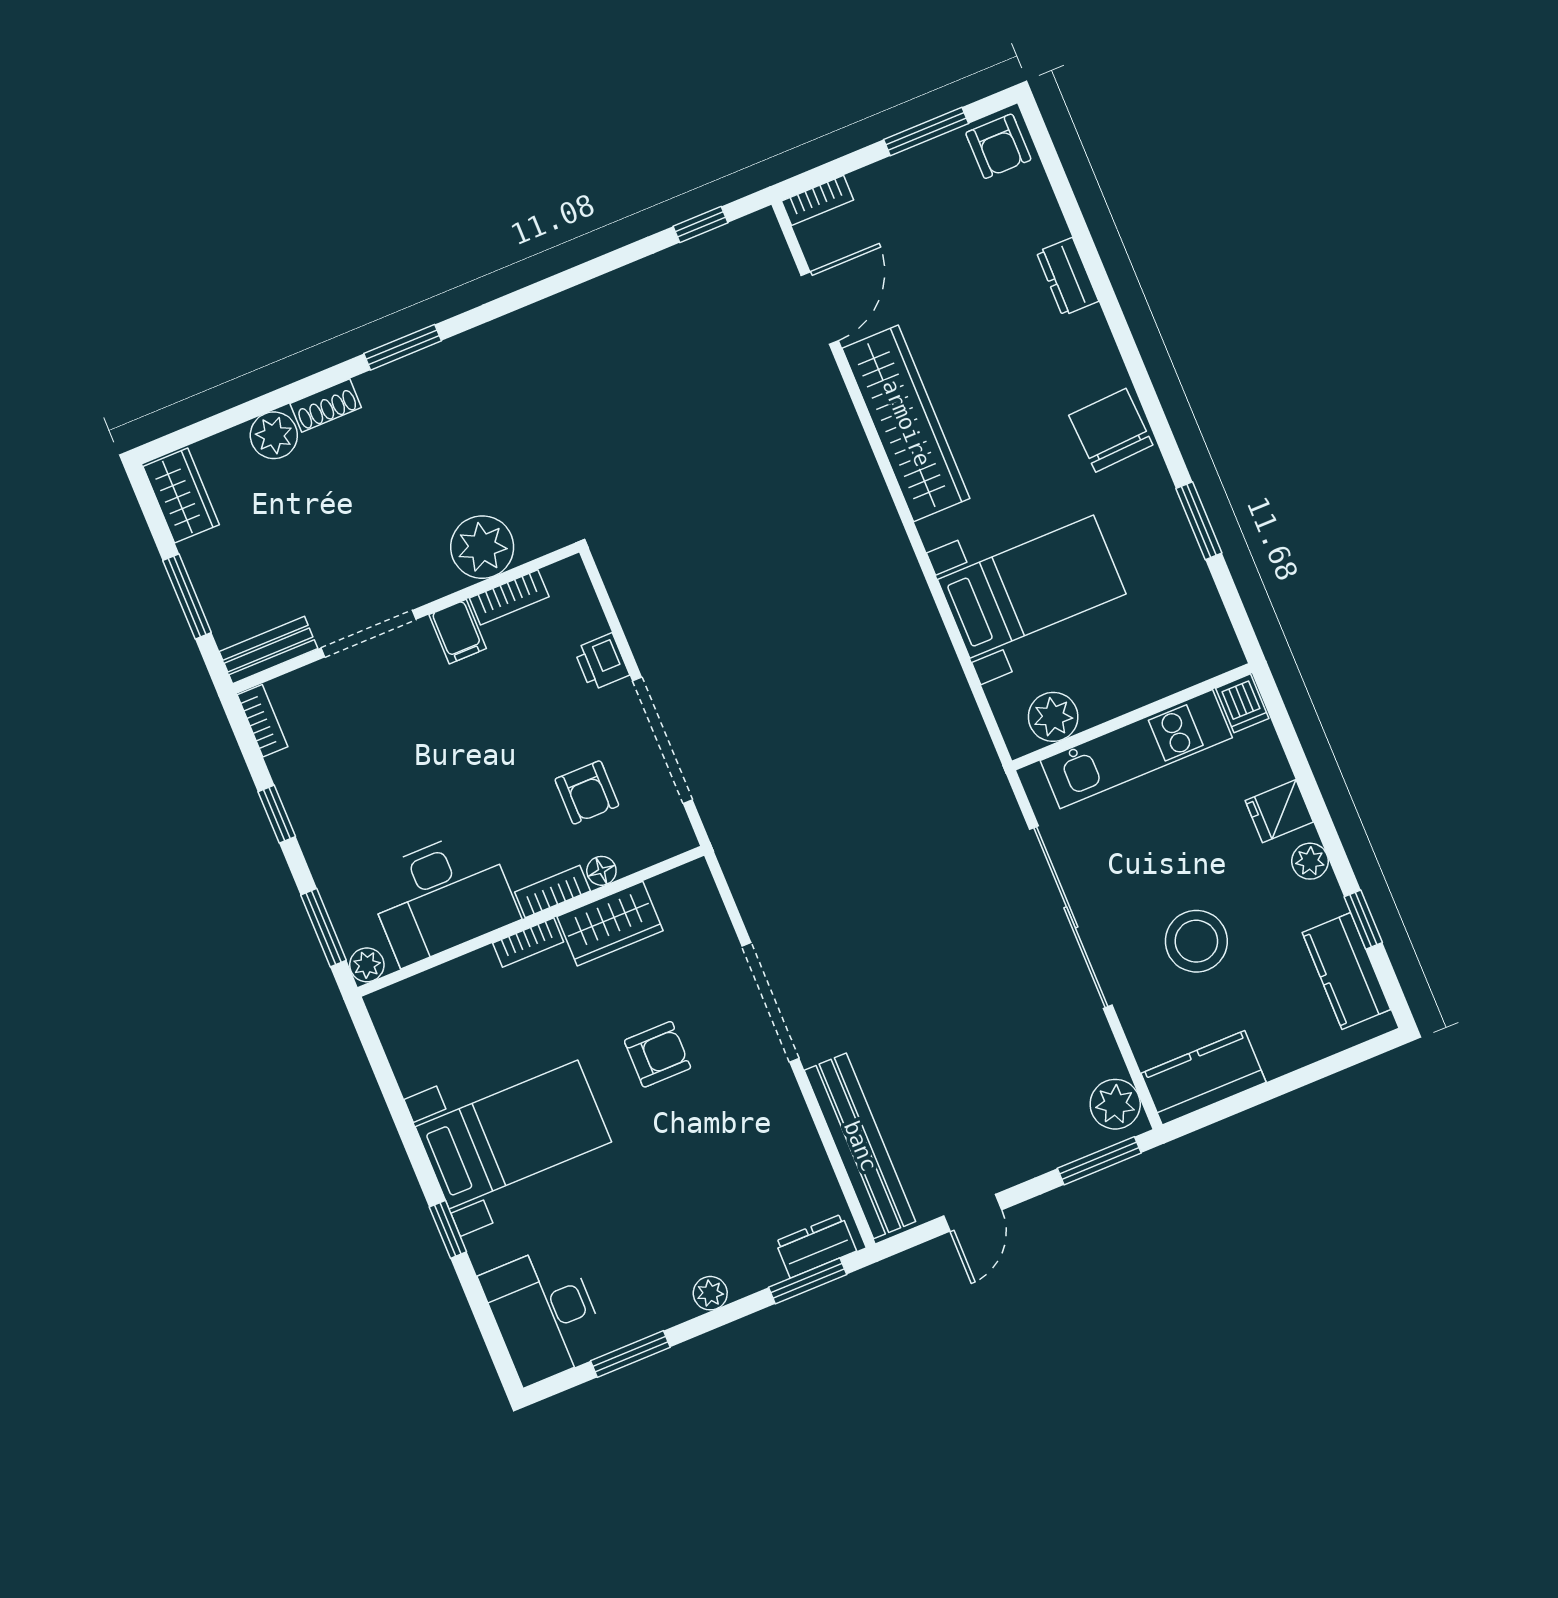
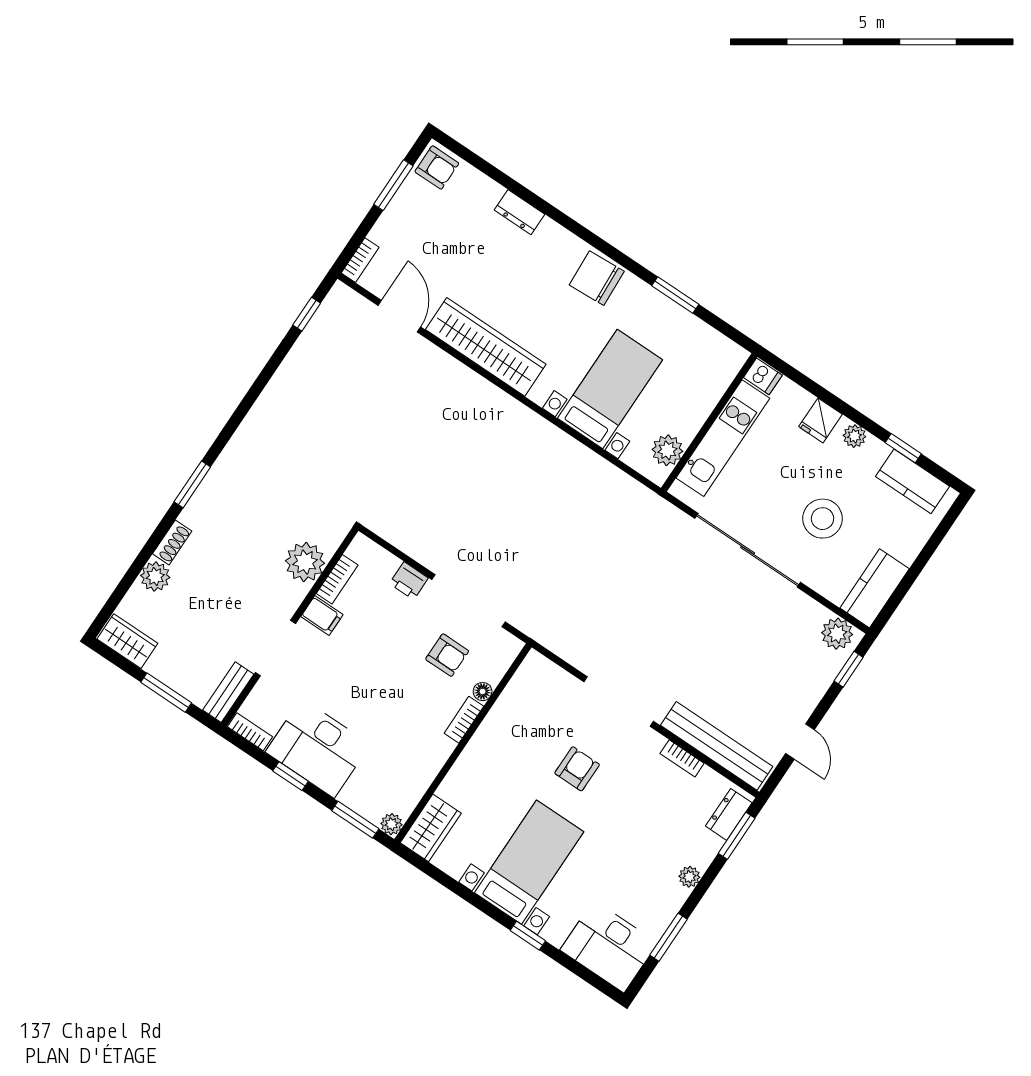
desk: (442, 897) -> (318, 748), moved, turned 90
wardrobe: (610, 924) -> (431, 828), moved
bookcase: (528, 942) -> (682, 758), moved, turned 90
window: (1099, 1161) -> (849, 669), width x0.67

